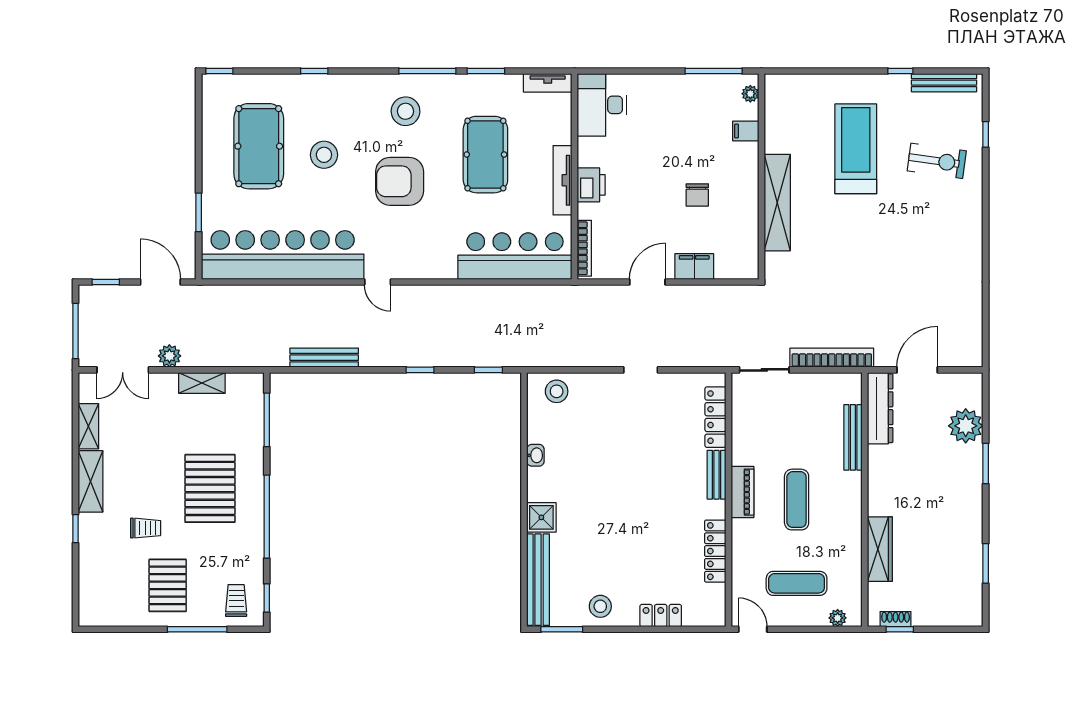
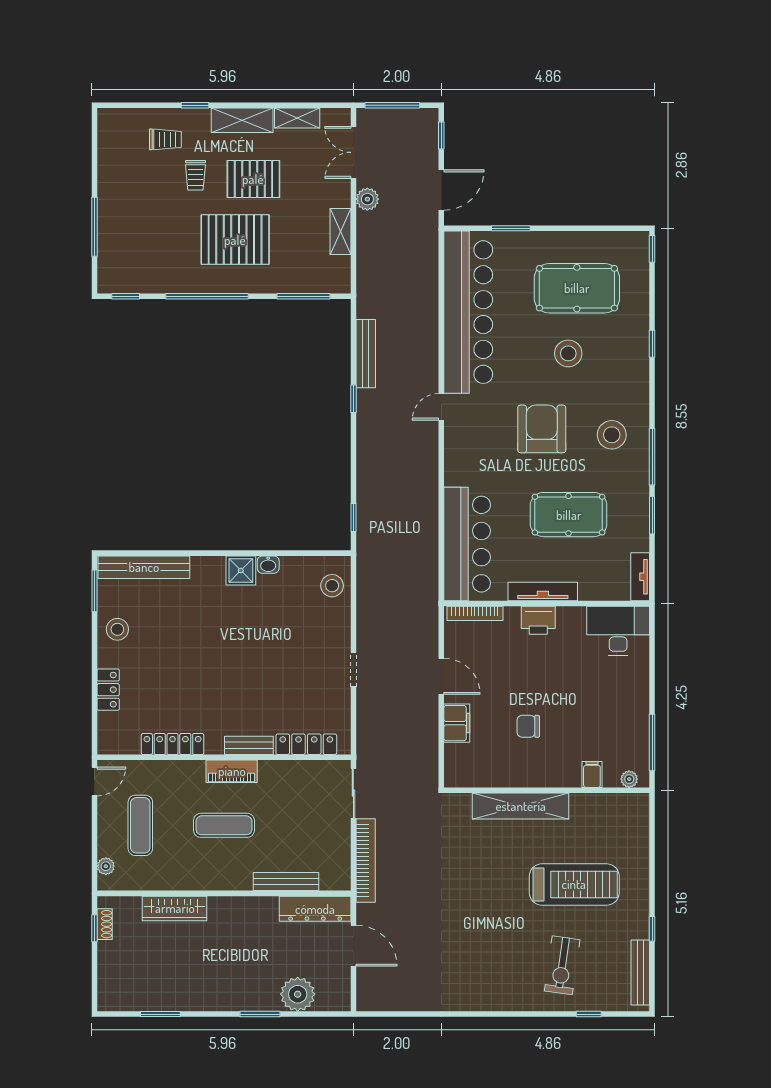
window: (420, 370) -> (353, 399), moved
shower: (541, 517) -> (241, 570), moved
pallet: (168, 585) -> (253, 179), moved
trolley: (236, 600) -> (165, 139), moved

